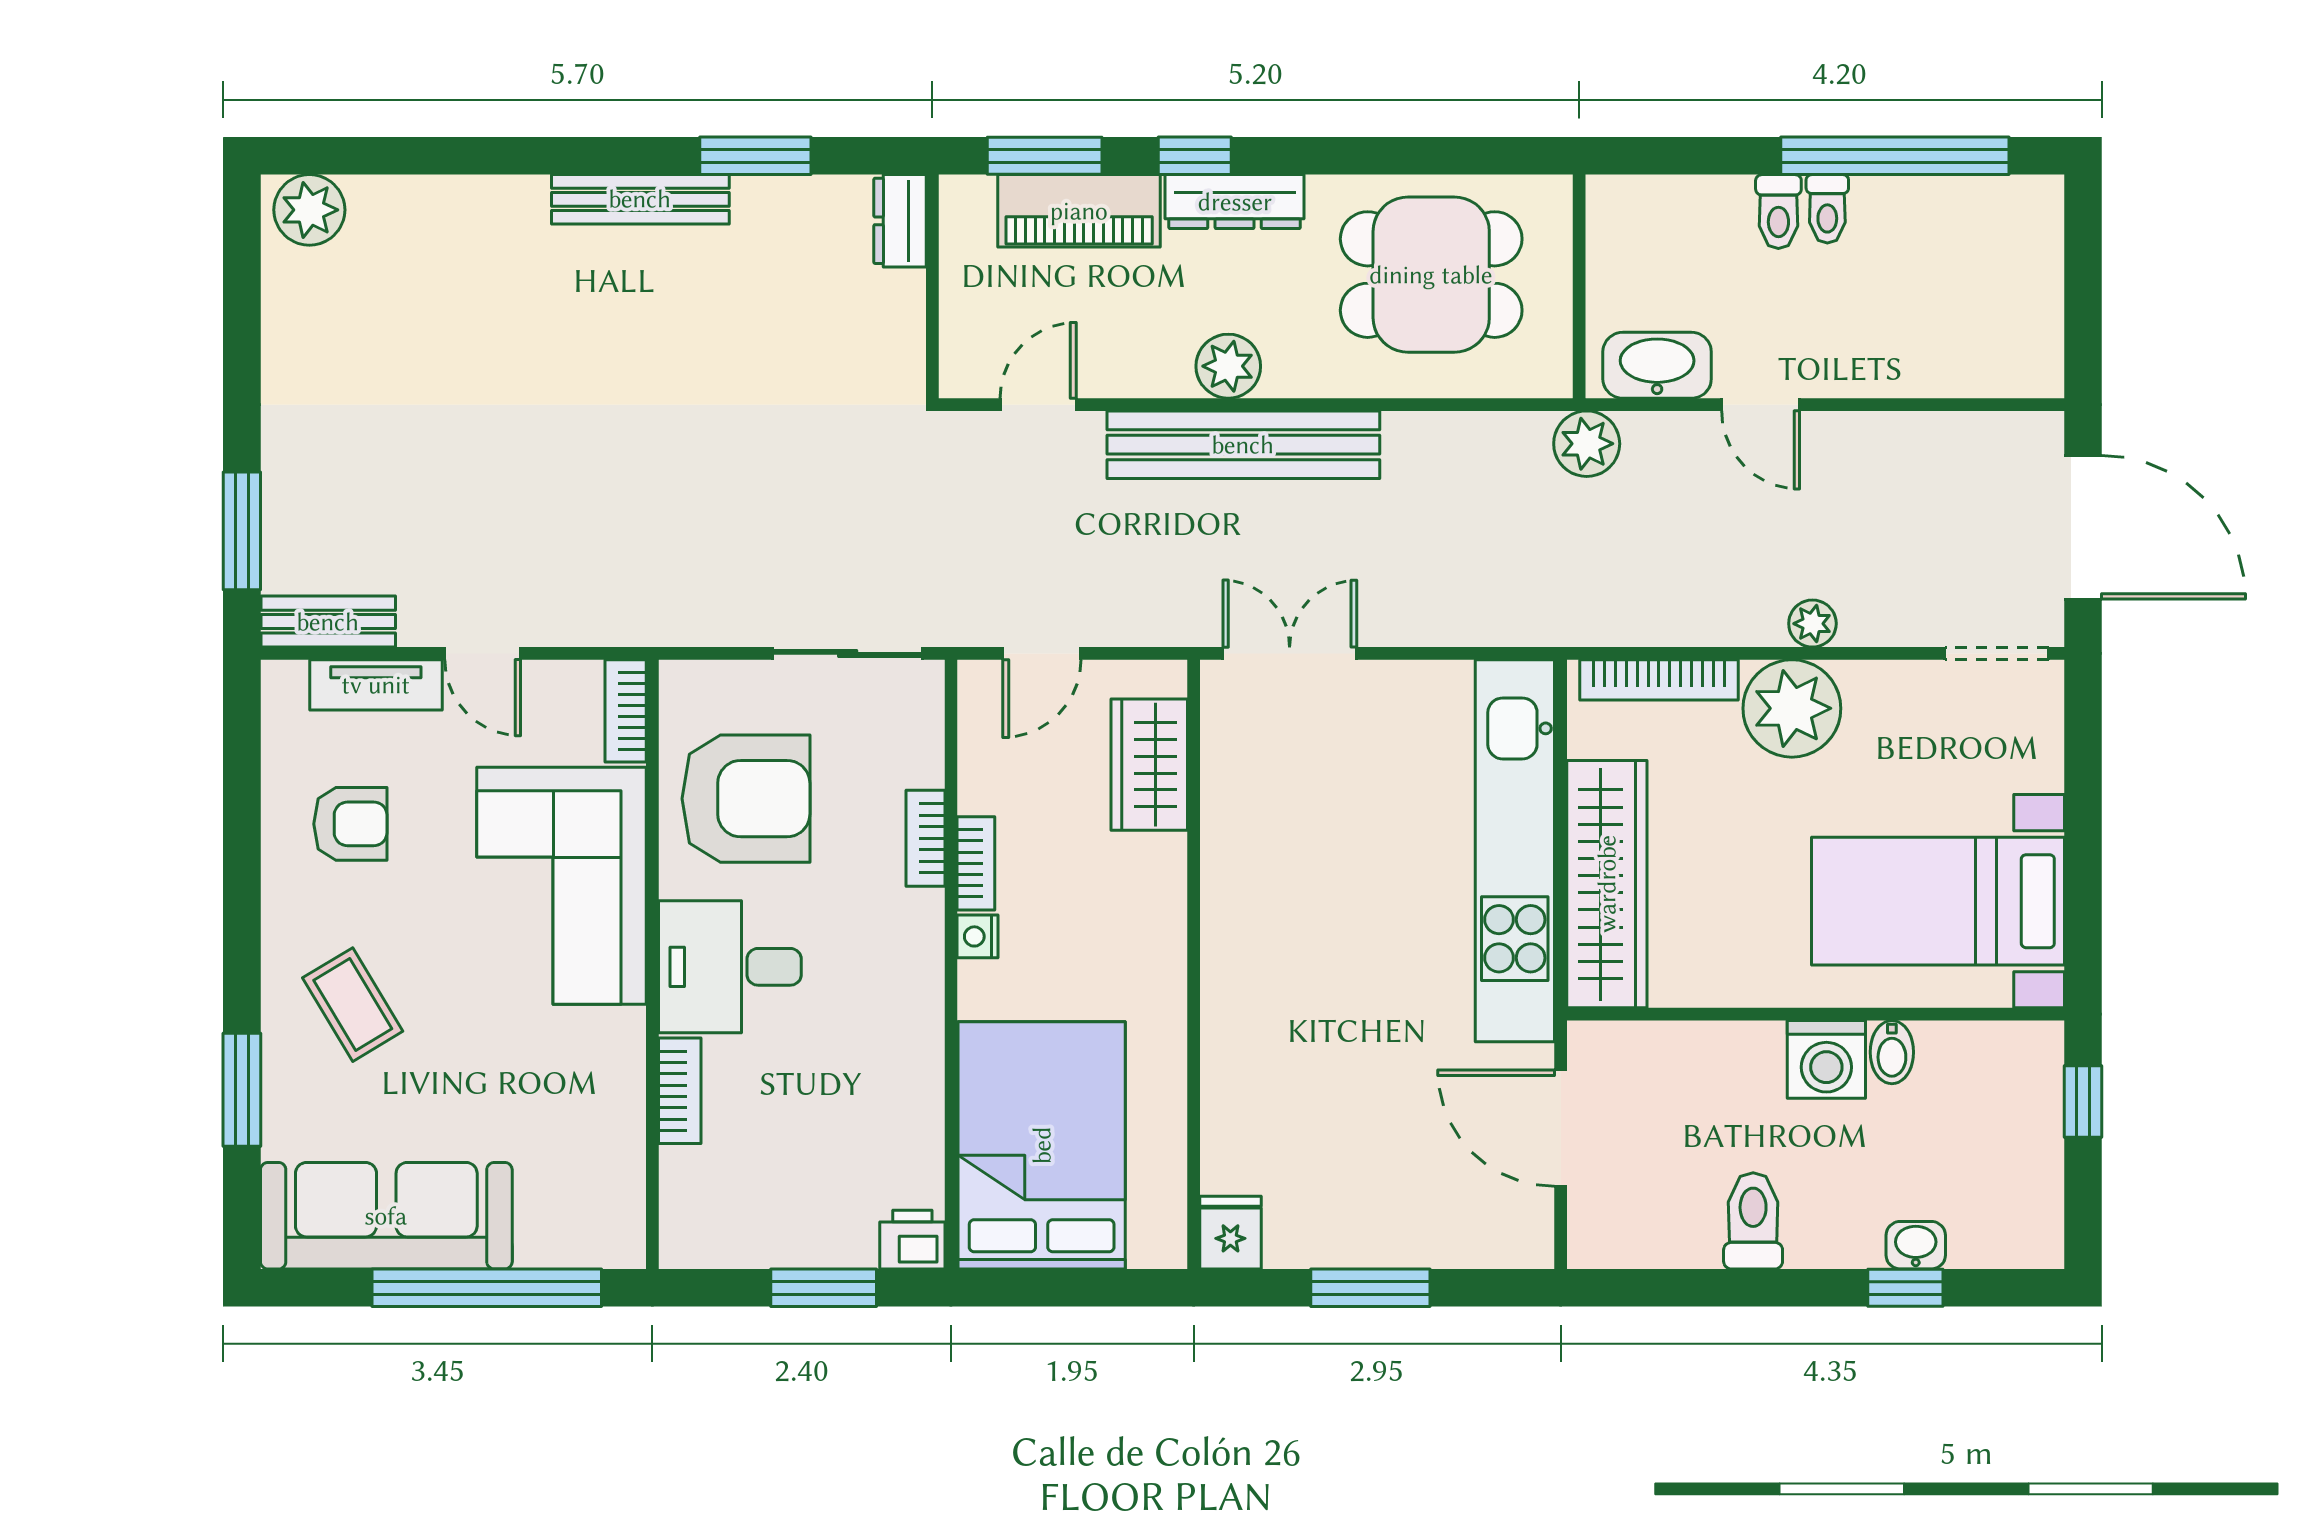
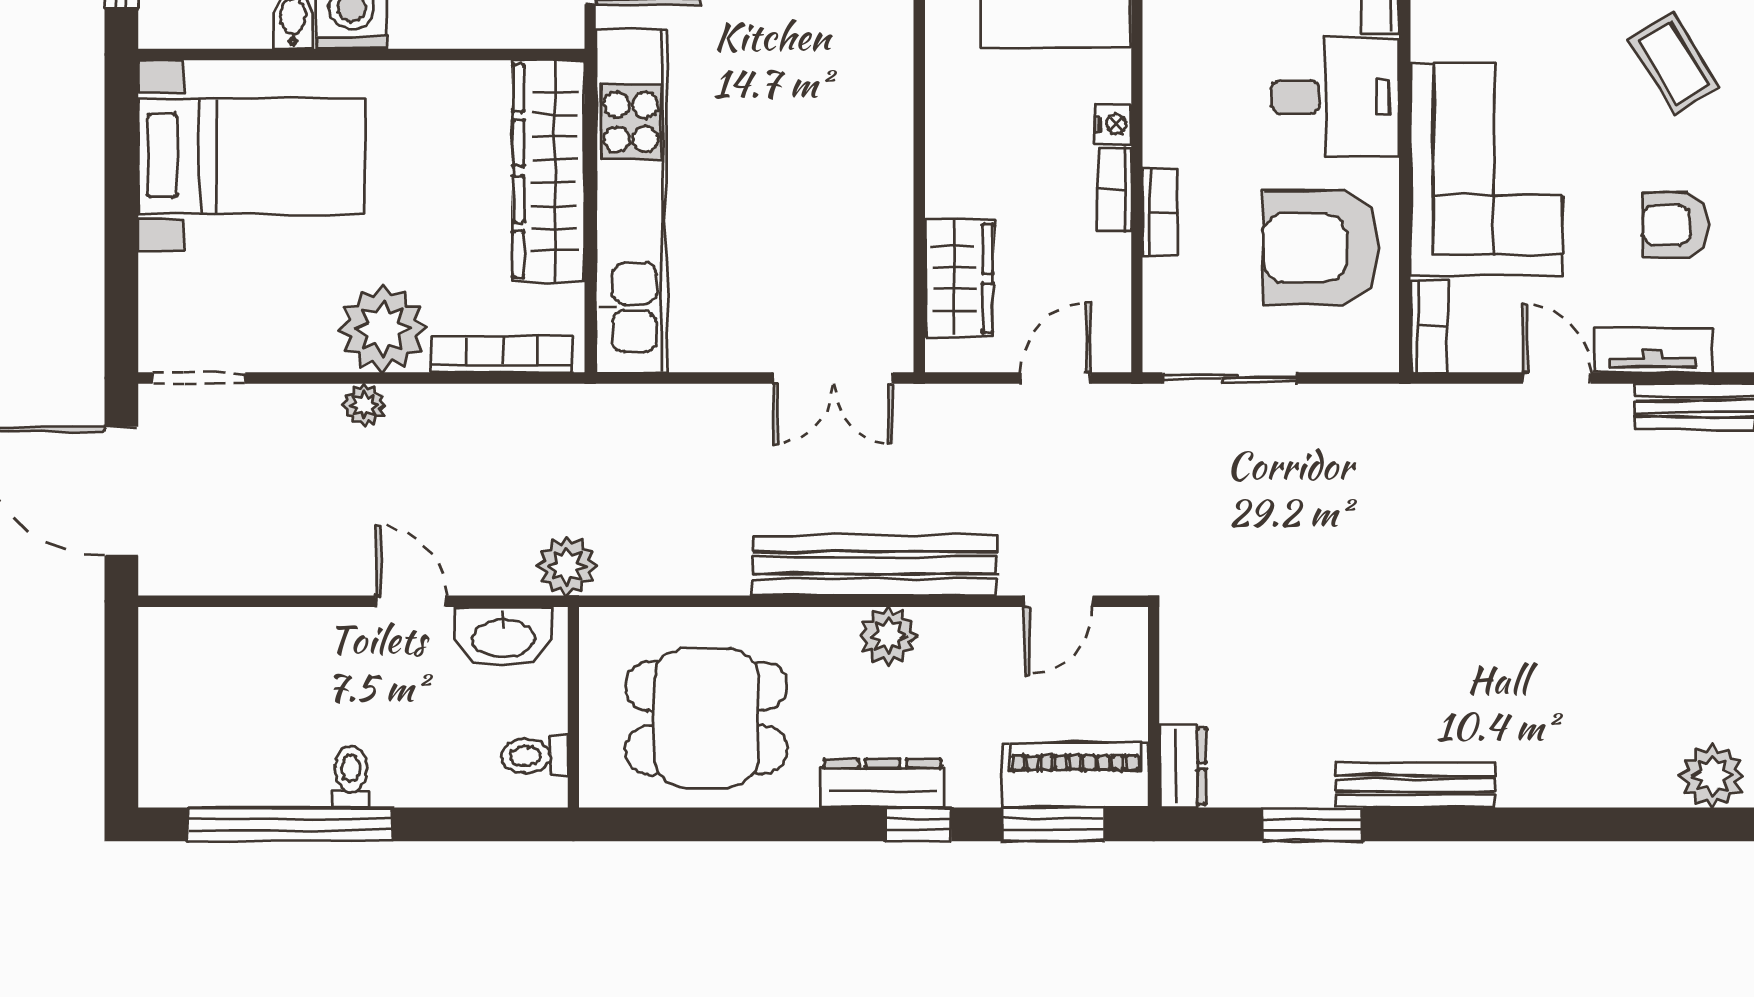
piano: (1079, 211) -> (1075, 775), moved
toilet: (1778, 212) -> (535, 756), moved, turned -90

